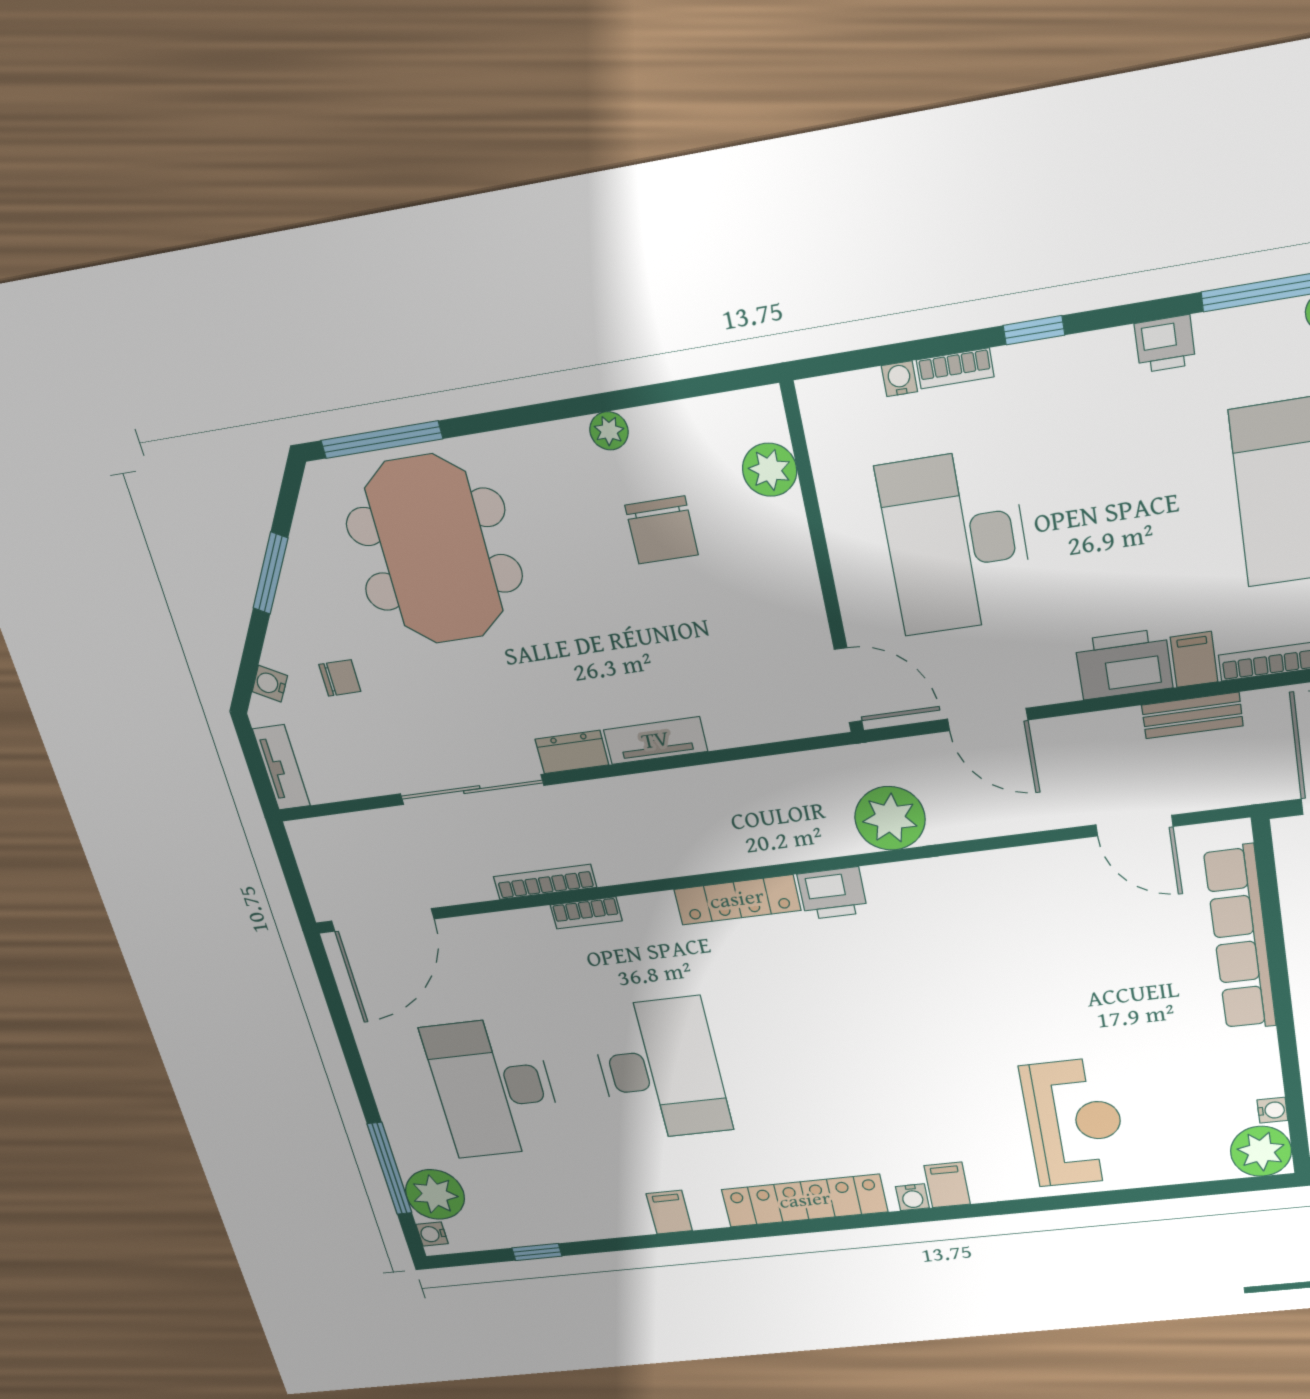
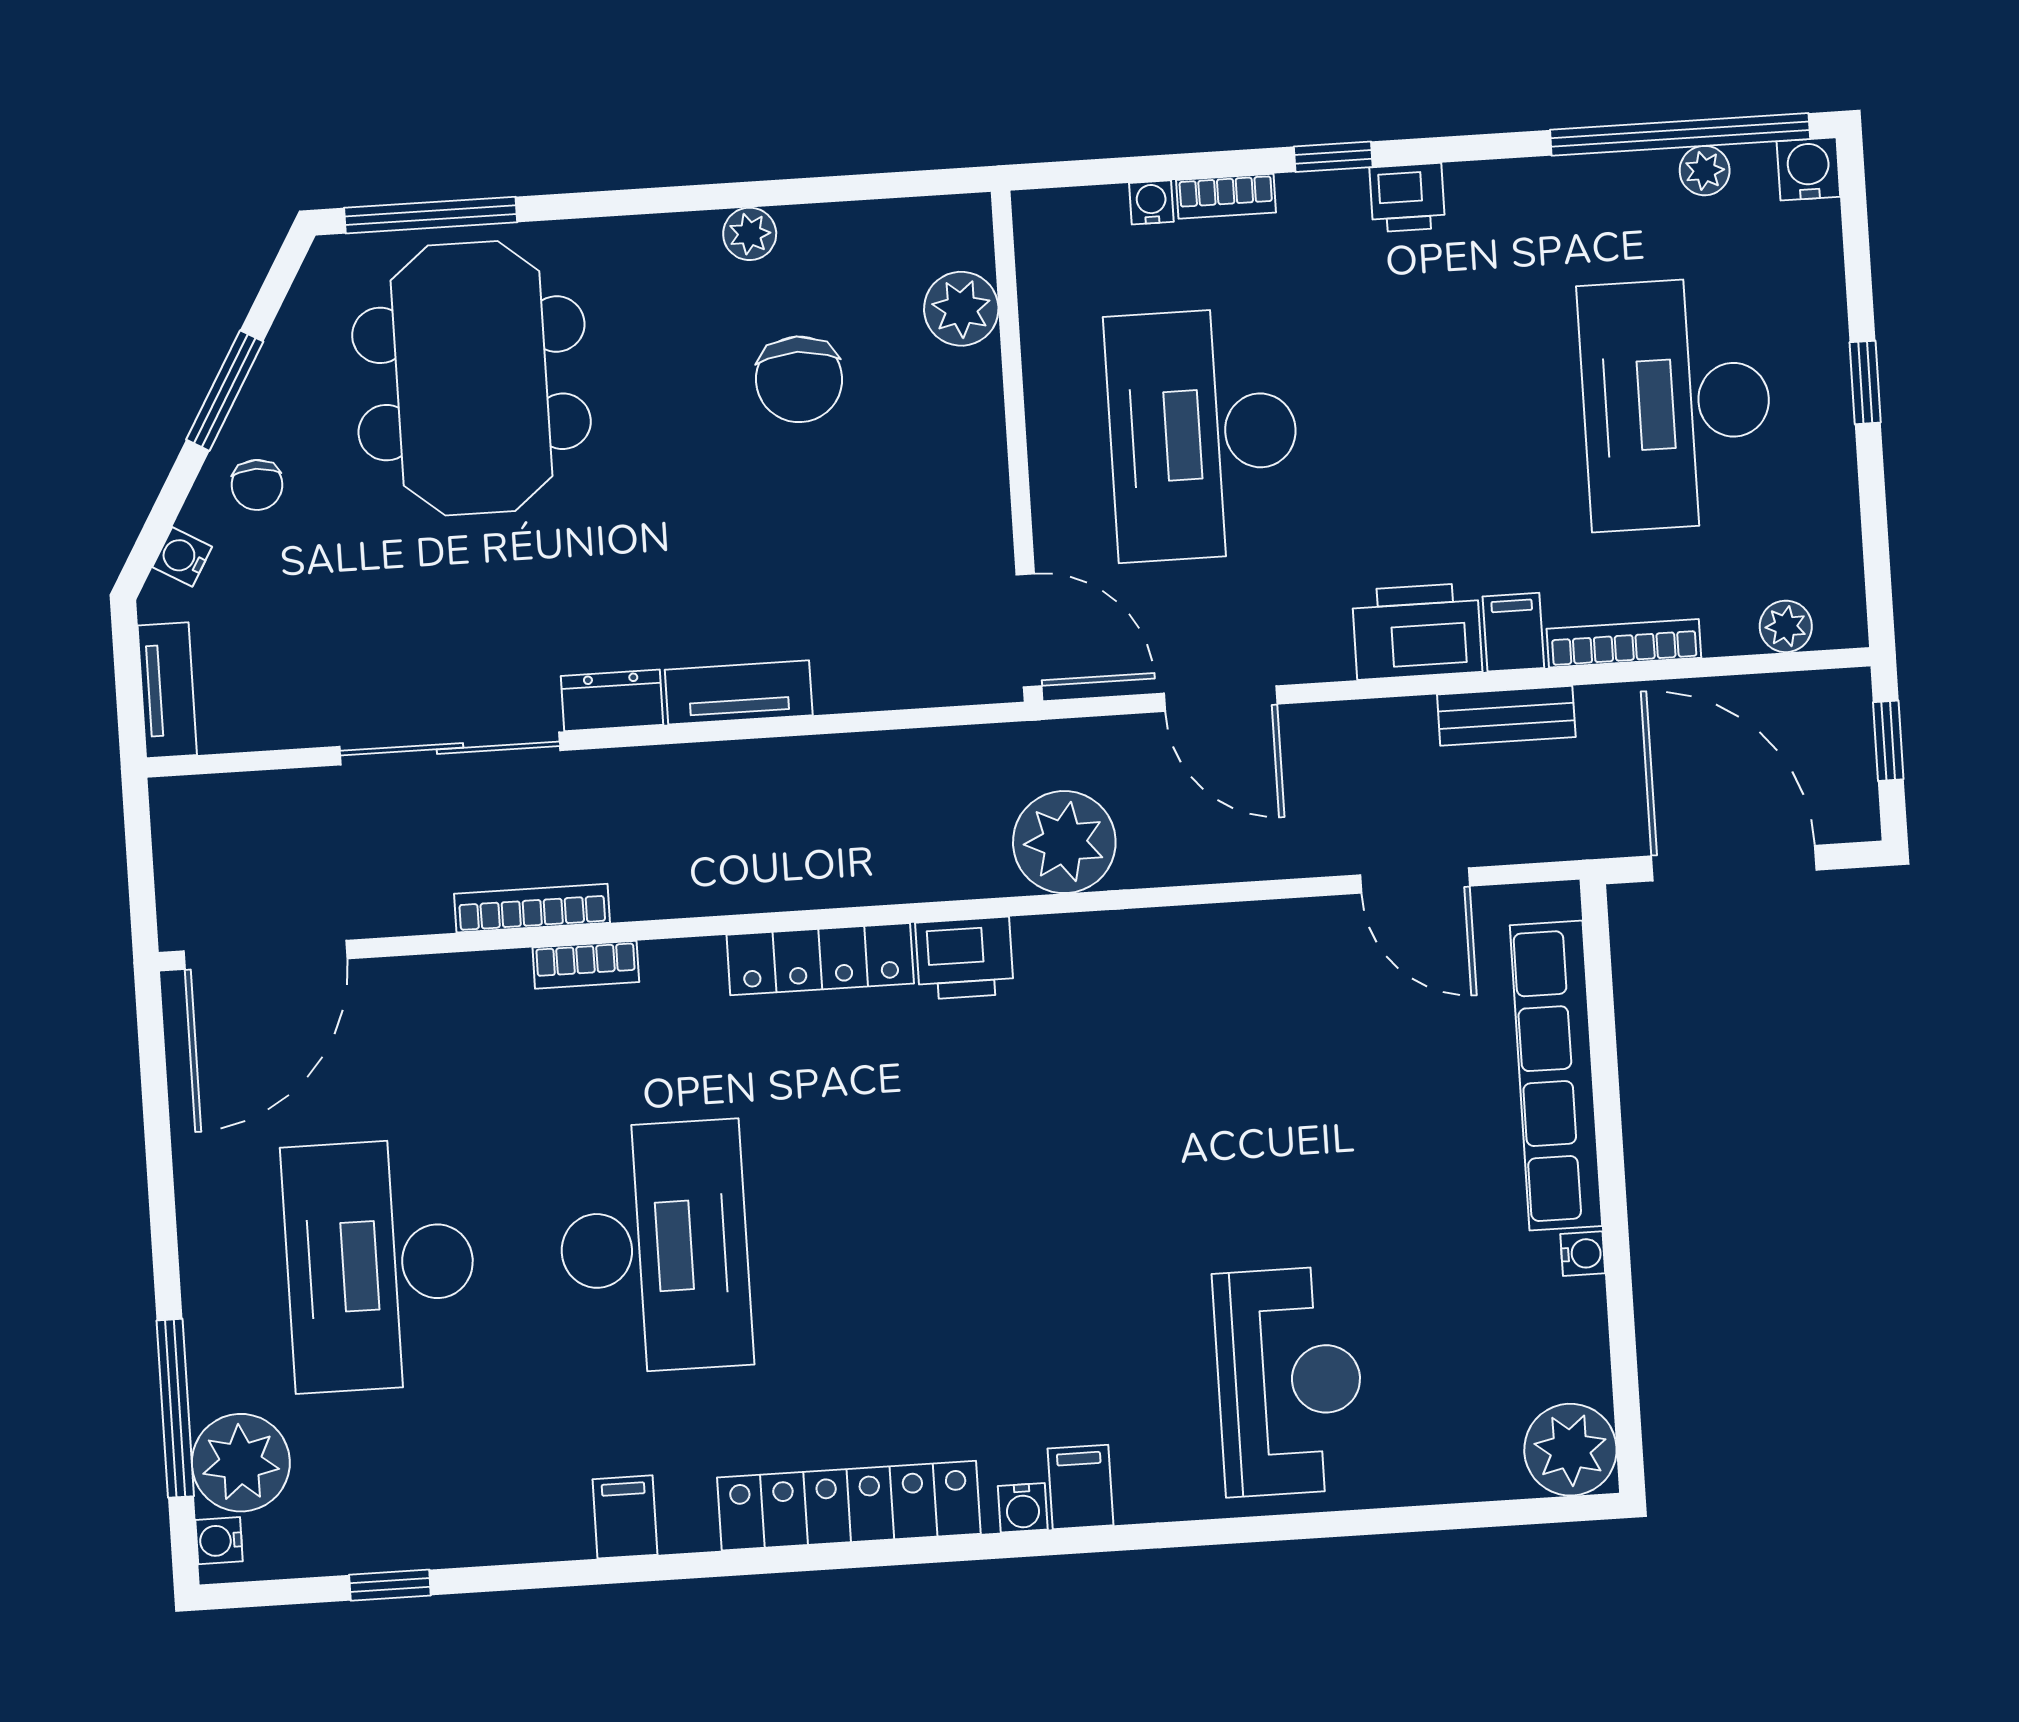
printer: (1165, 344) -> (1407, 198), moved
chair: (340, 678) -> (257, 485), moved, turned 90
water cooler: (1272, 1110) -> (1583, 1254), moved

